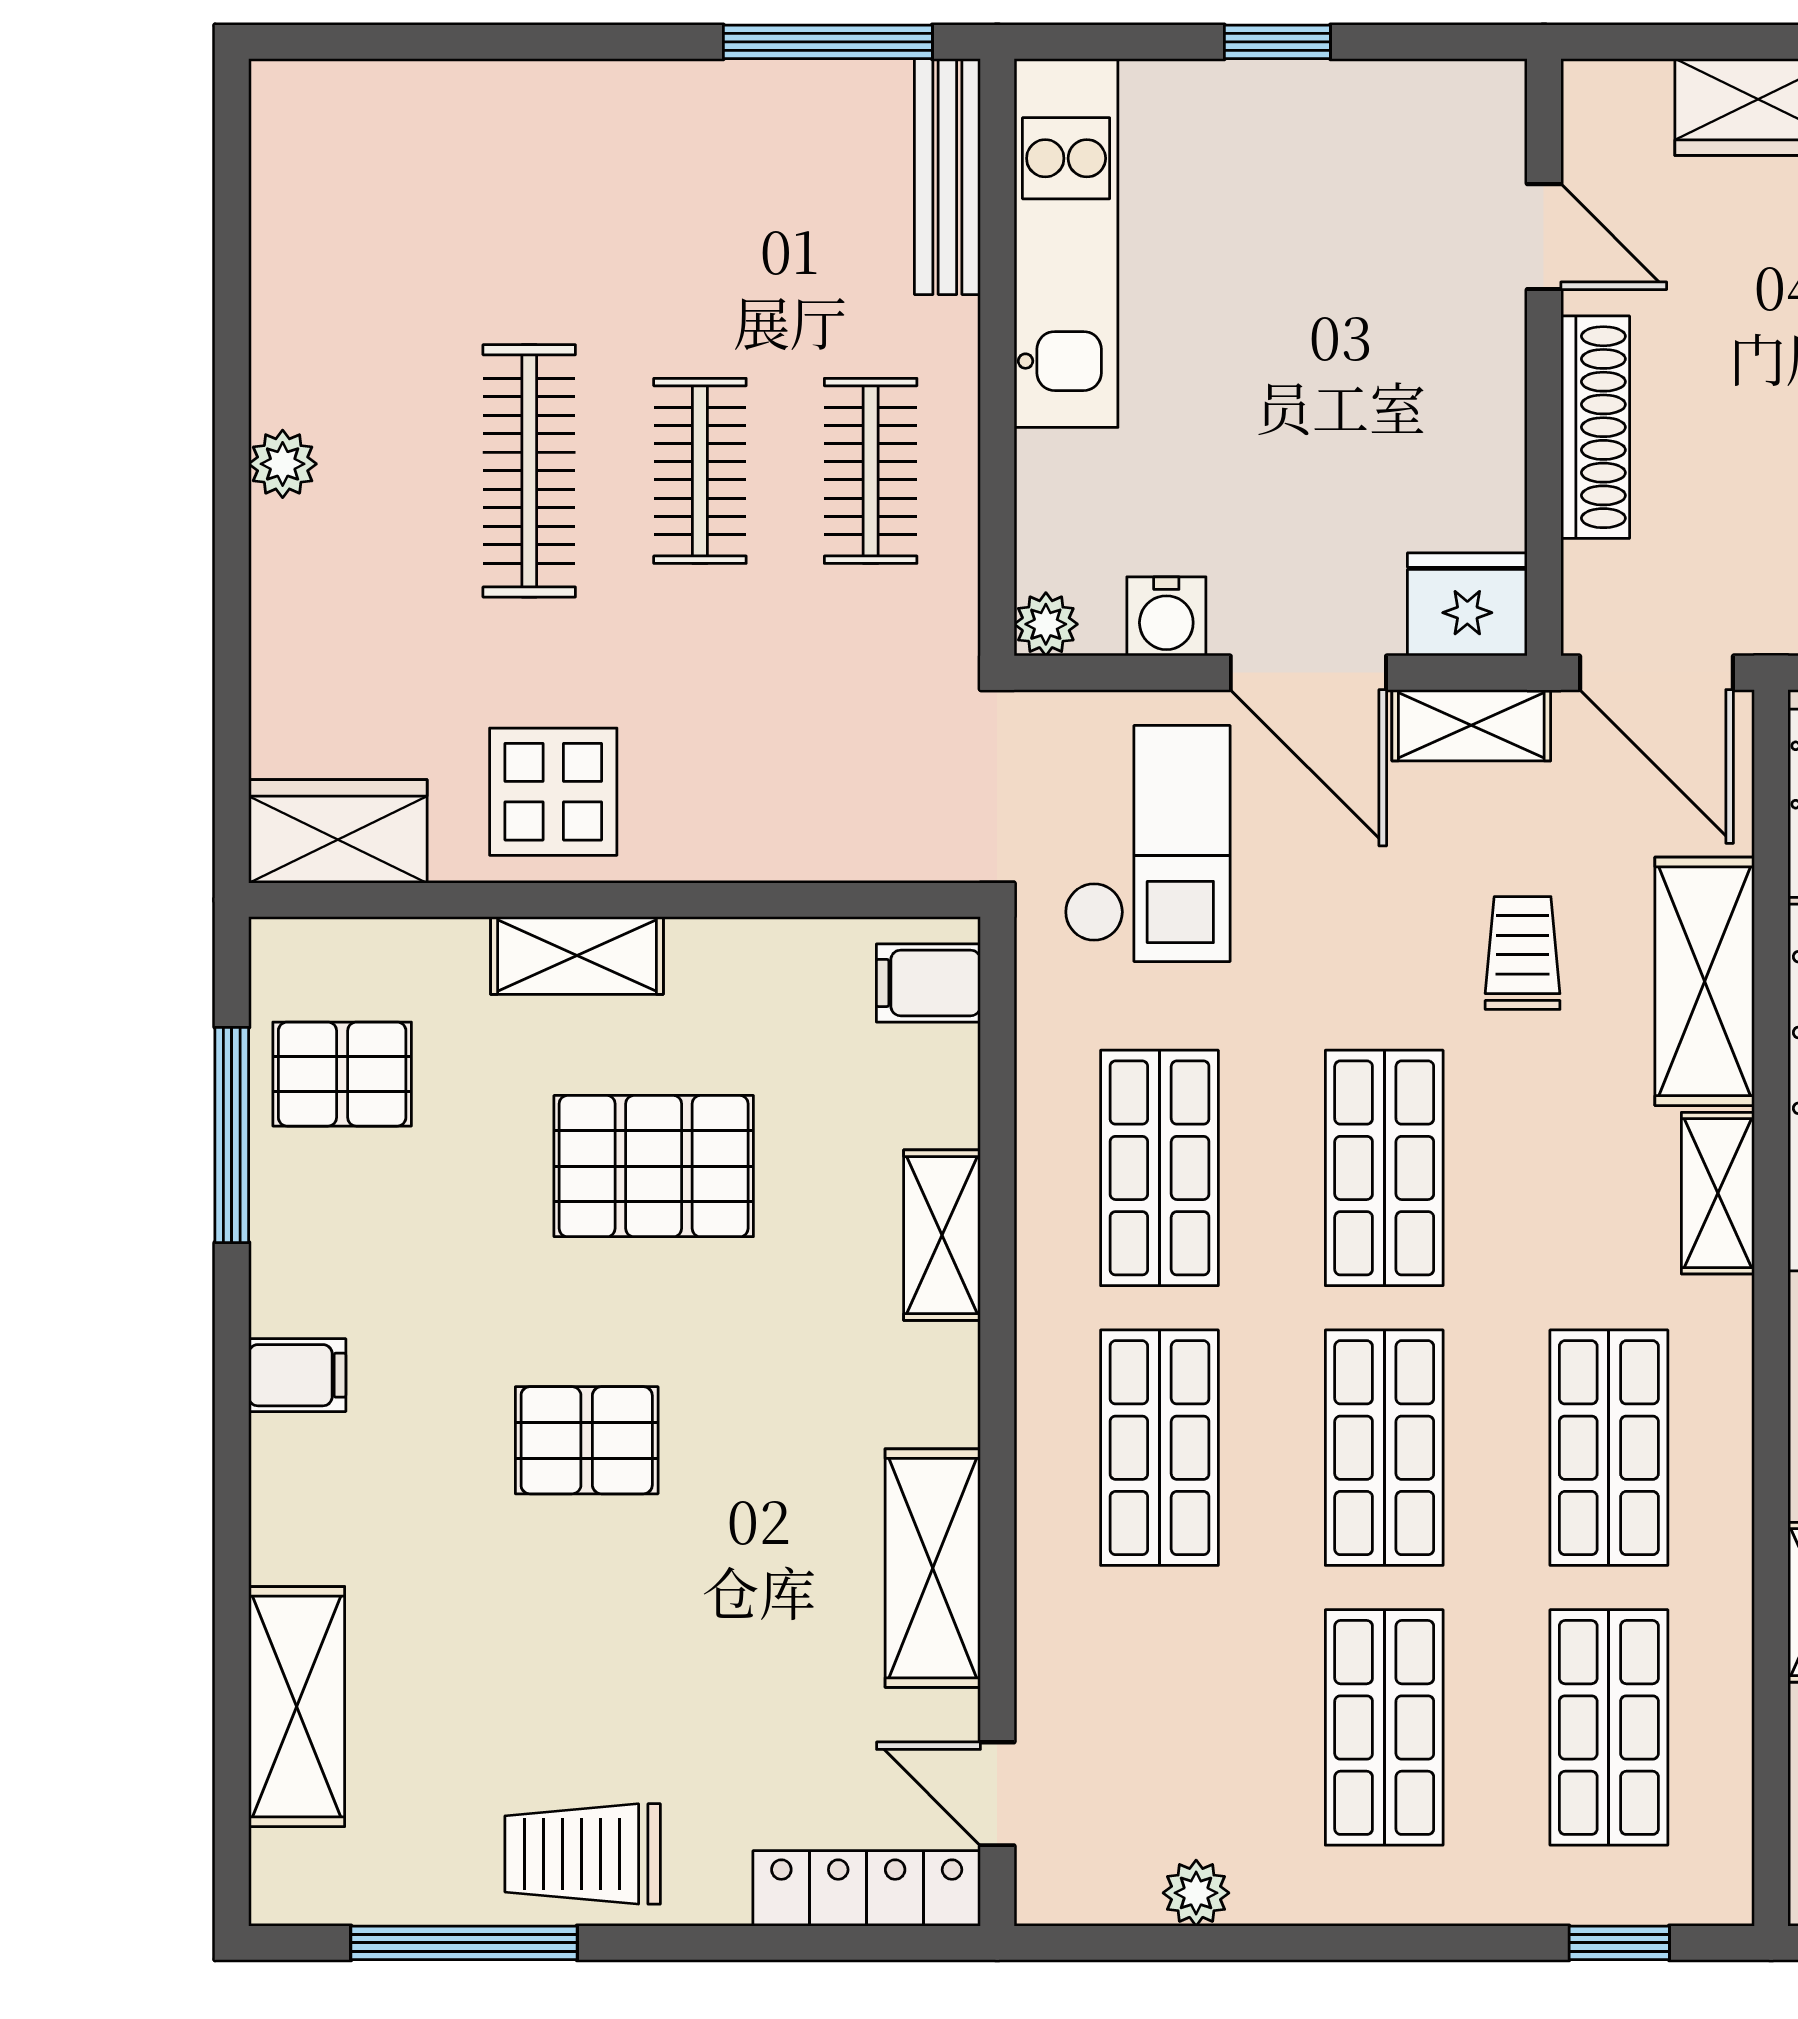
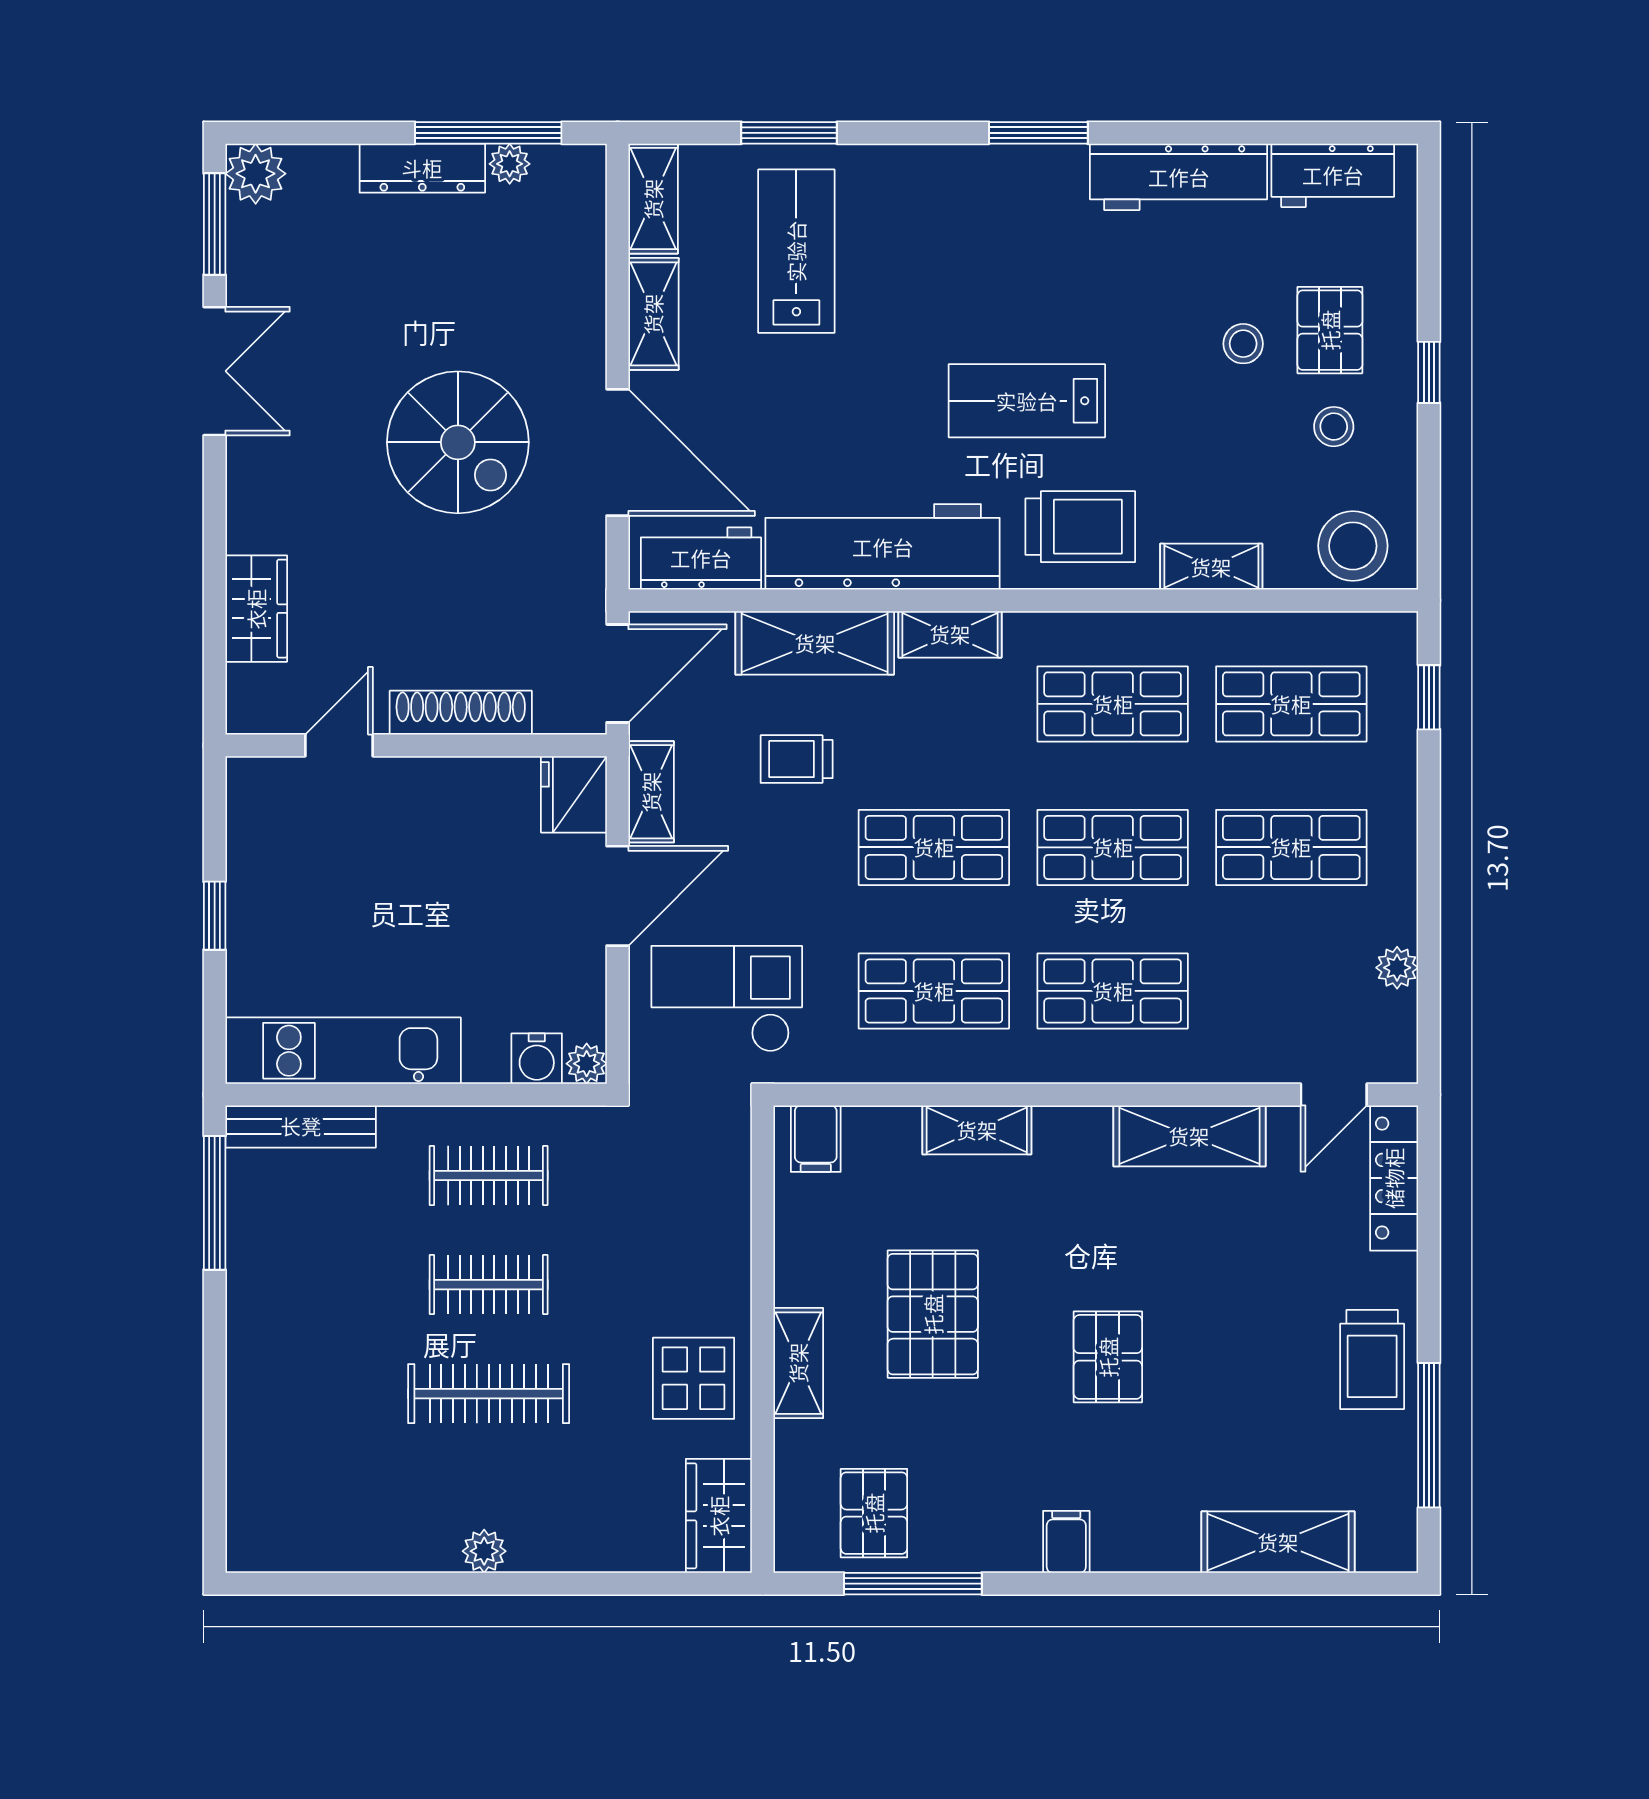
water cooler: (1166, 616) -> (537, 1059), moved, turned 90

